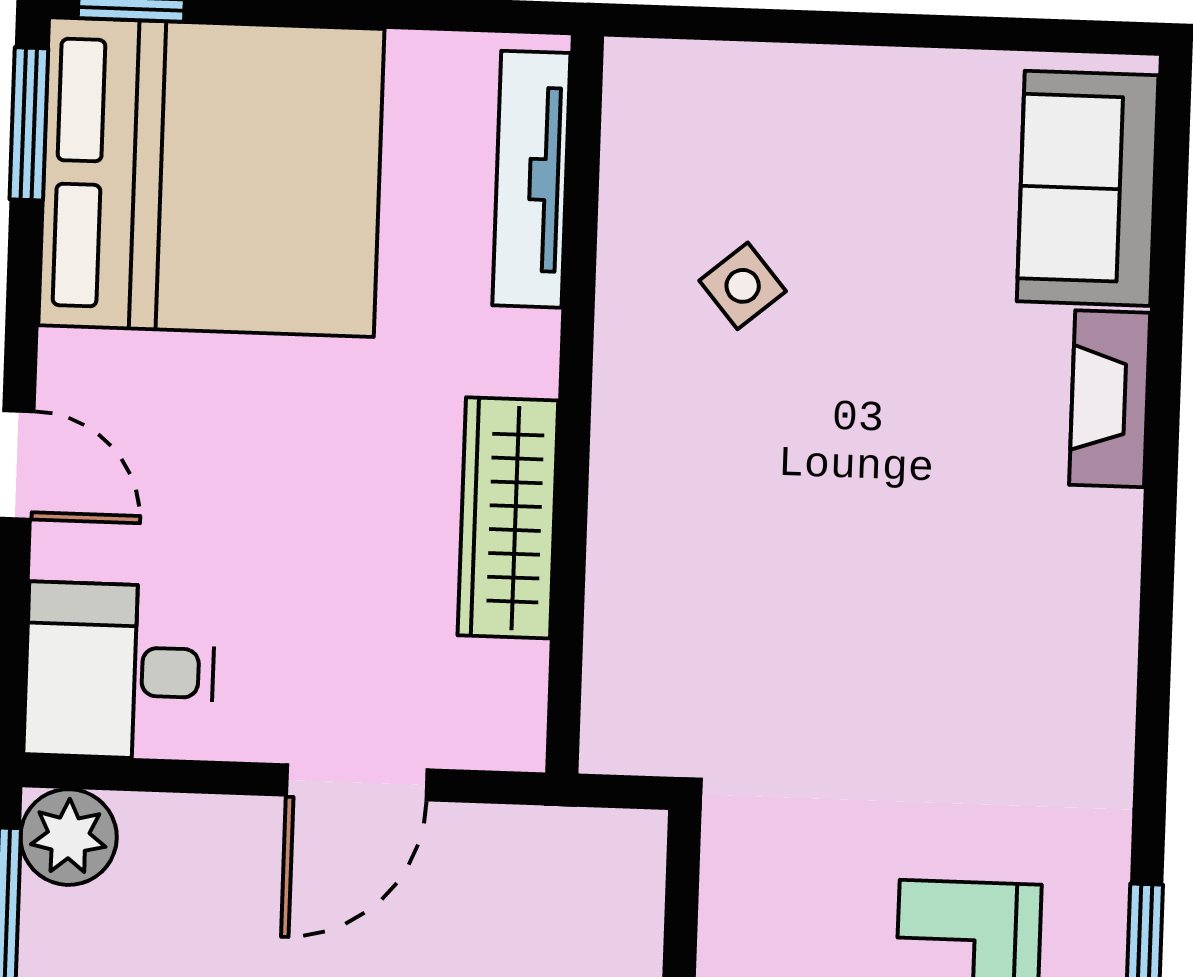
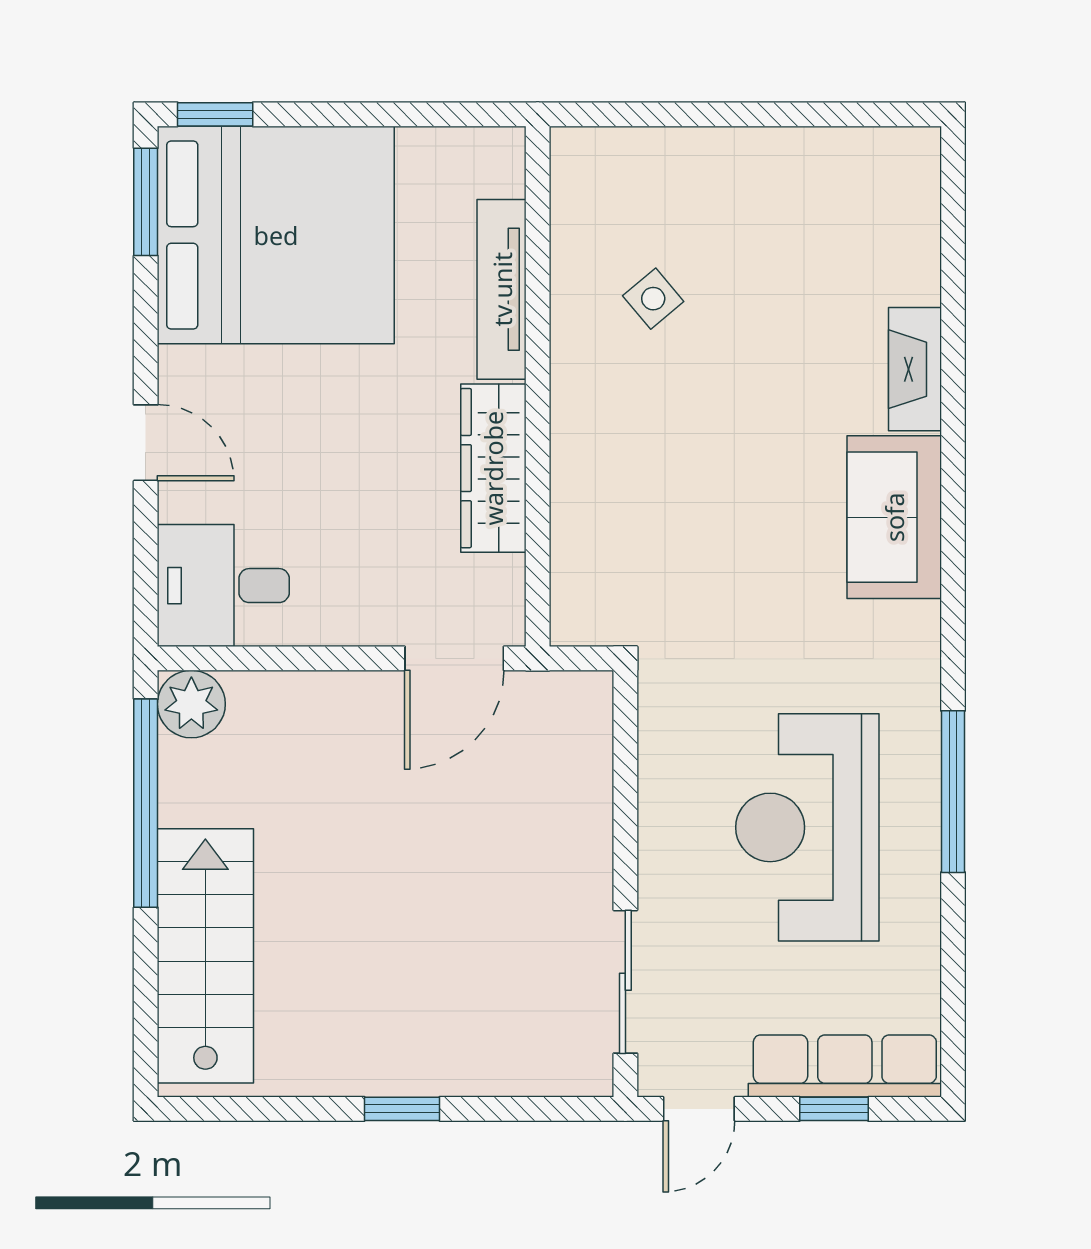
tv unit: (531, 179) -> (502, 289), moved
sofa: (1088, 188) -> (894, 517), moved
door: (357, 782) -> (454, 658), moved

